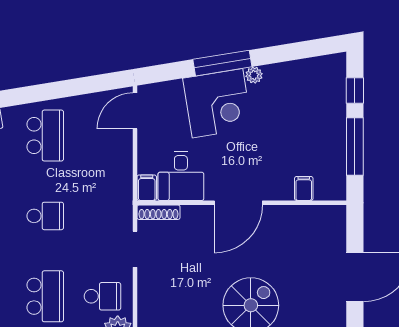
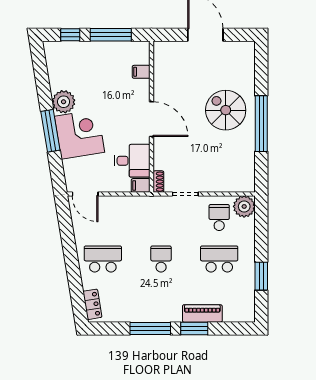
plant: (254, 75) -> (64, 102), width x1.88, depth x1.88
shoe rack: (159, 212) -> (158, 182), width x0.70

